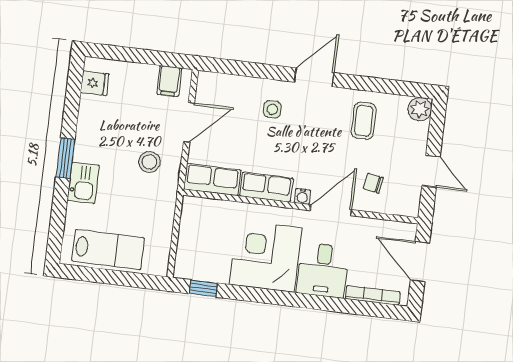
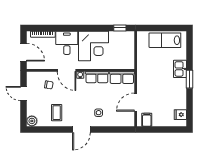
stool: (149, 162) -> (151, 82), removed
door: (331, 210) -> (66, 70), hinge flipped

